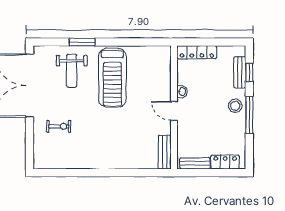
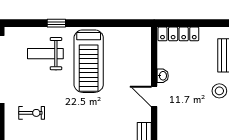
window: (82, 42) -> (56, 23), width x0.67
weight bench: (72, 71) -> (45, 54), turned 90

